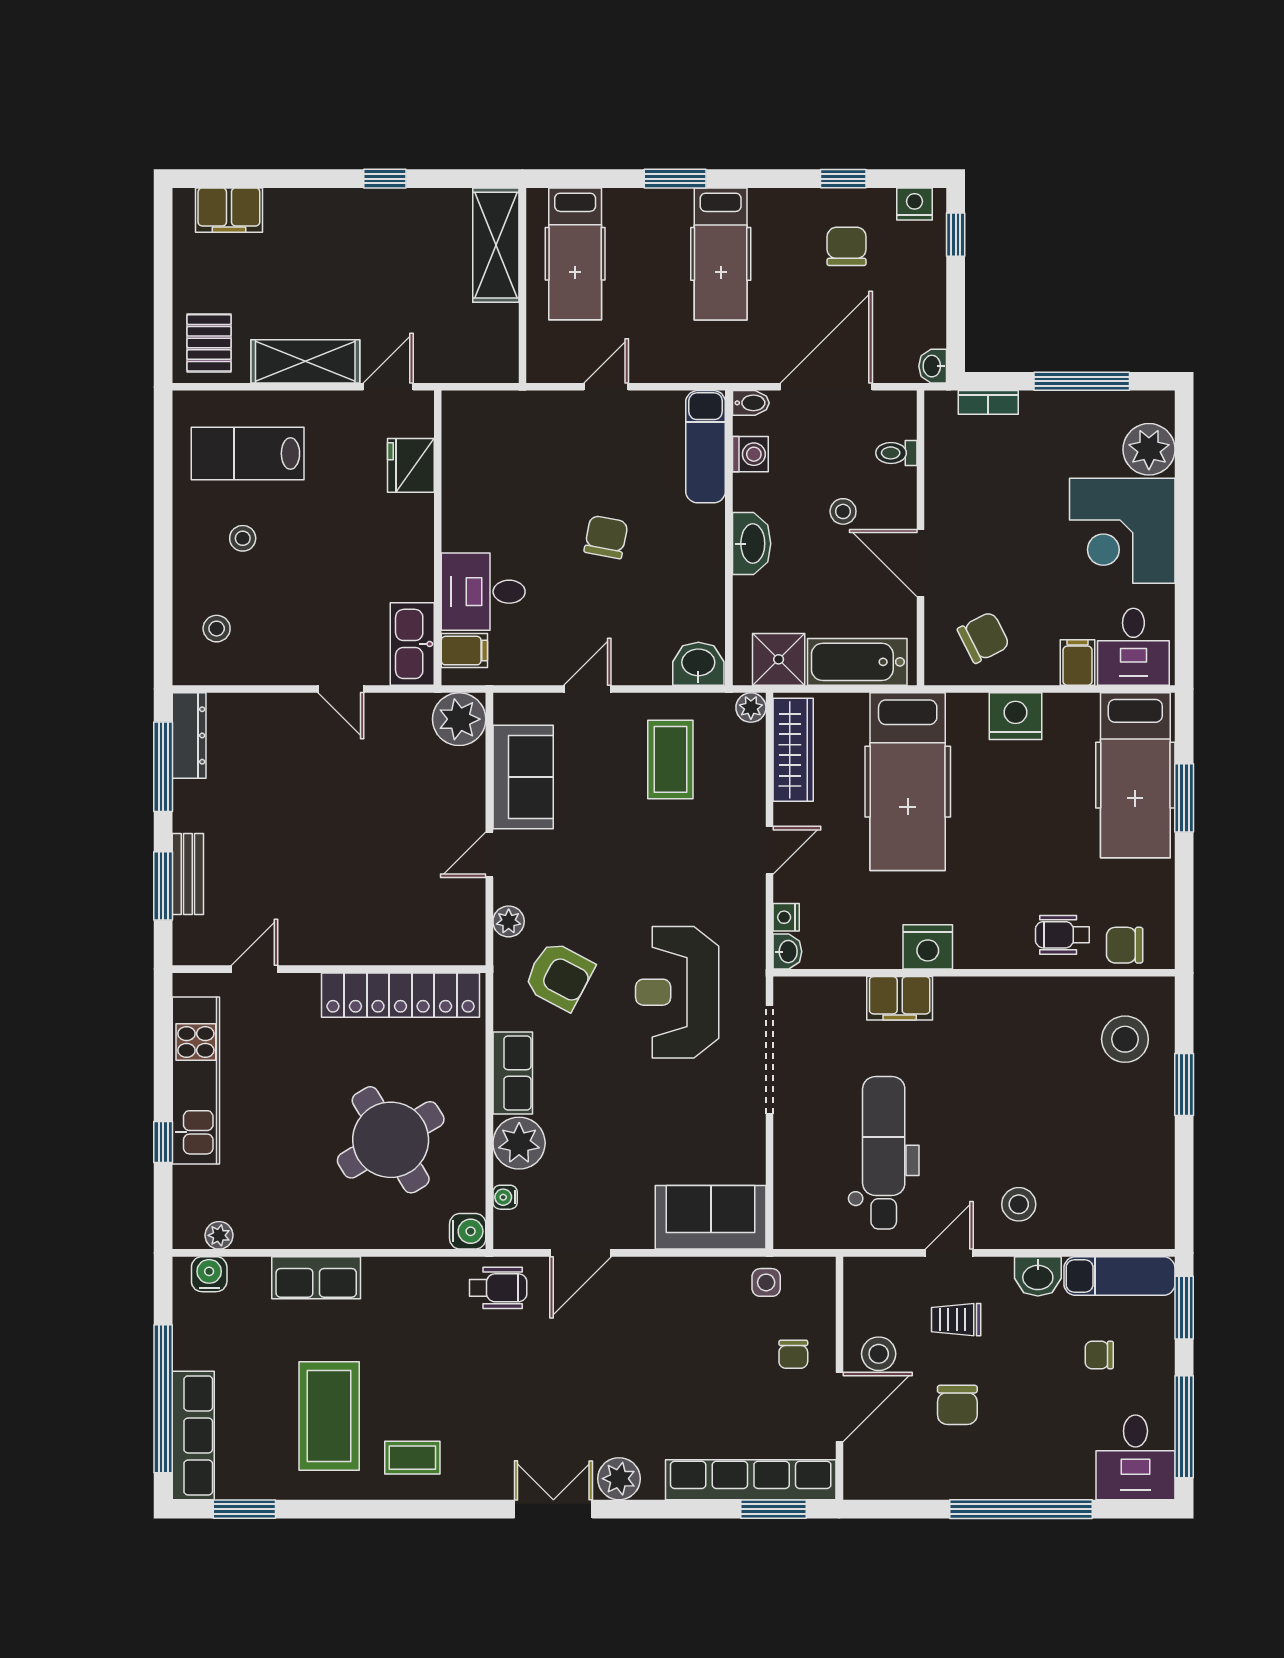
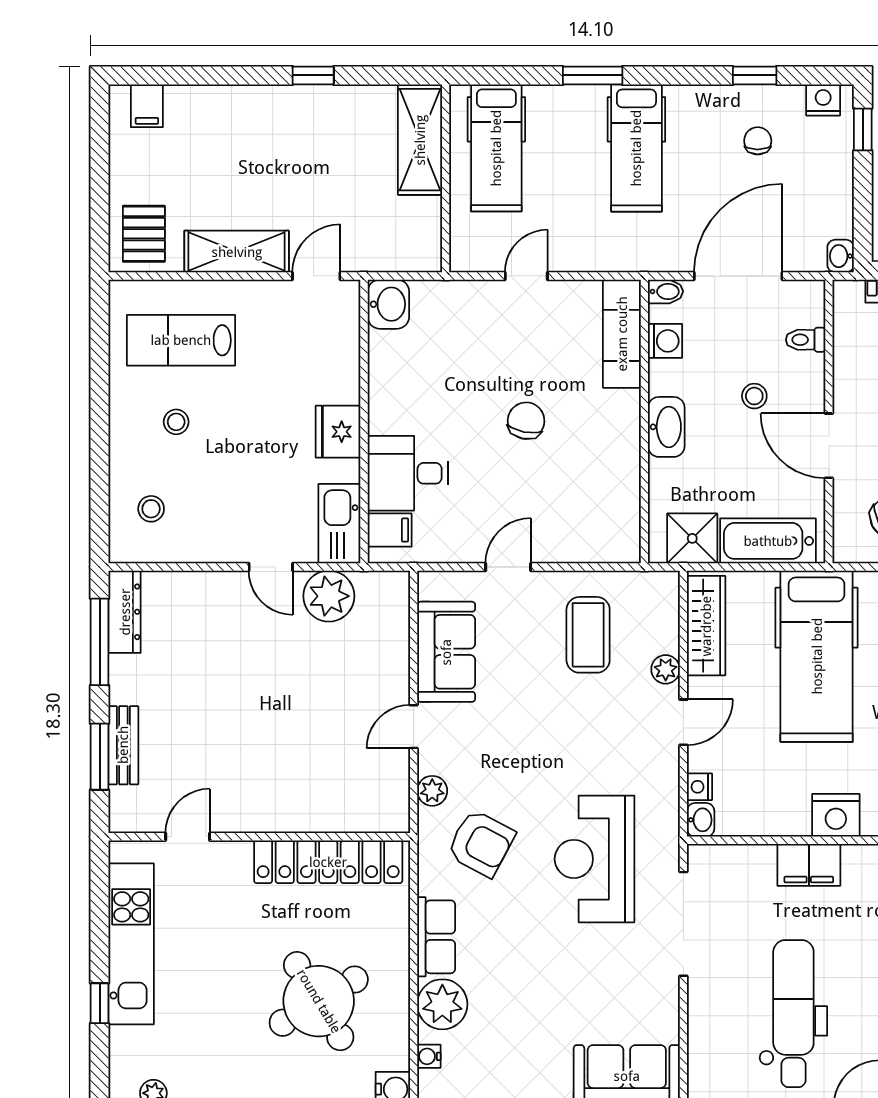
filing cabinet: (229, 210) -> (147, 106), width x0.50
chair: (847, 246) -> (758, 141), width x0.73, depth x0.73
fridge: (411, 465) -> (338, 432), moved
washbasin: (698, 664) -> (388, 304), moved, turned 90
plant: (751, 708) -> (666, 669), moved
plant: (459, 719) -> (329, 596), moved

